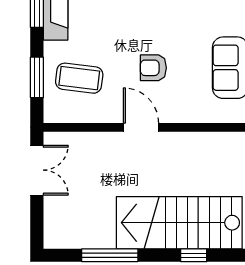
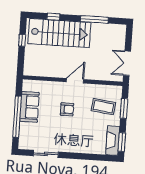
door: (141, 127) -> (75, 81), swing flipped

